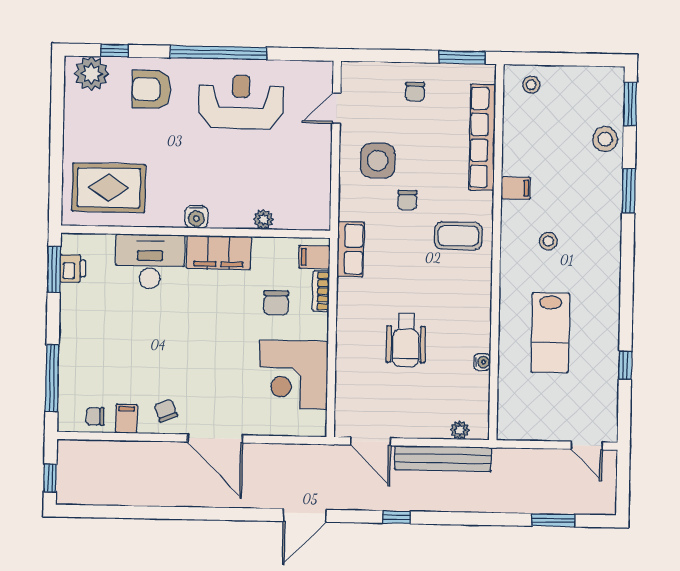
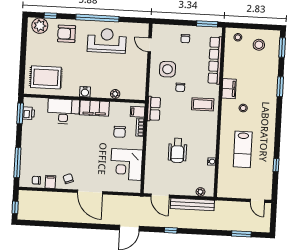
door: (336, 108) -> (150, 45), hinge flipped
stool: (605, 139) -> (259, 45), moved
filing cabinet: (516, 188) -> (229, 89), width x2.00

